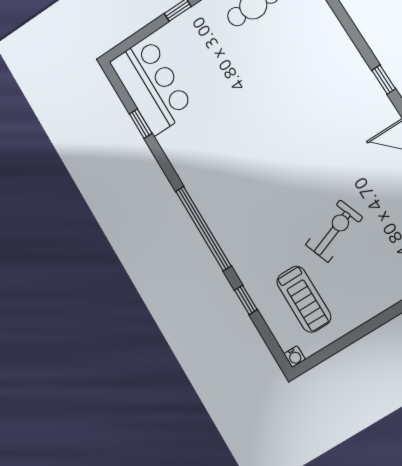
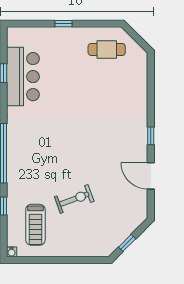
bar counter: (152, 86) -> (23, 77), moved

